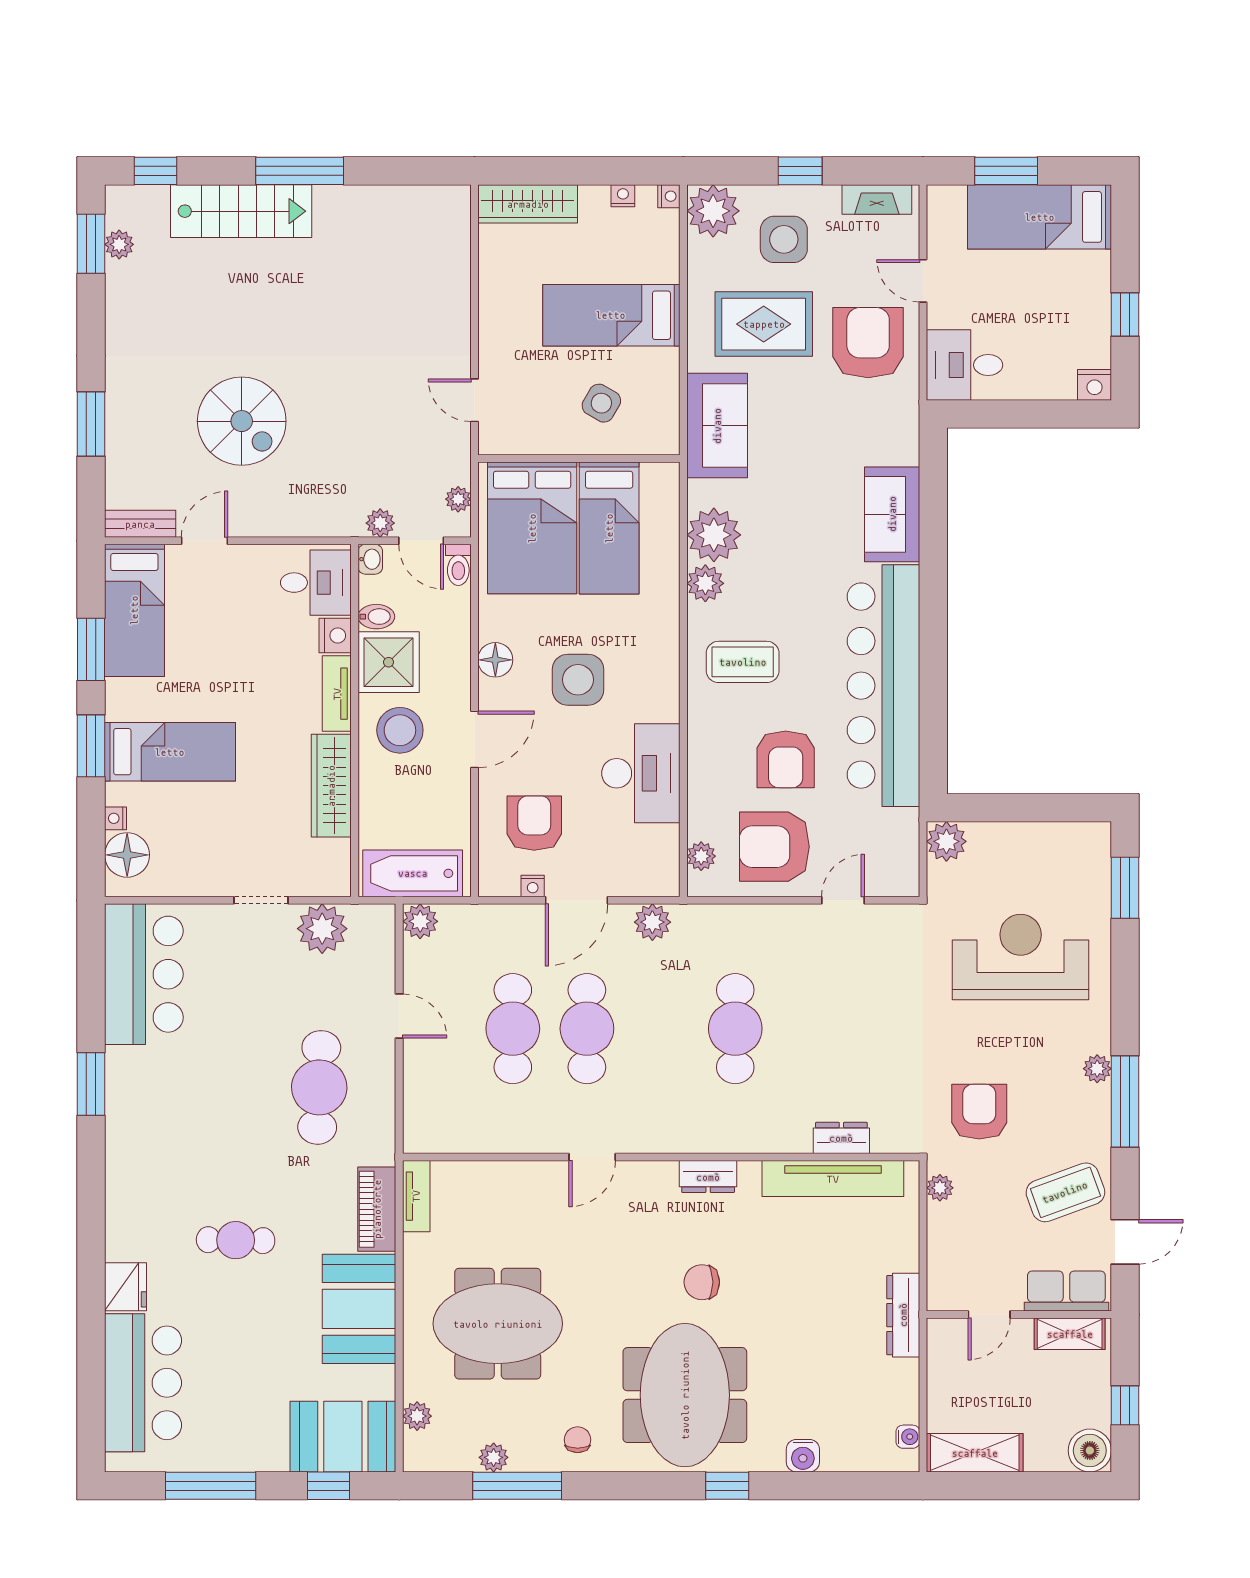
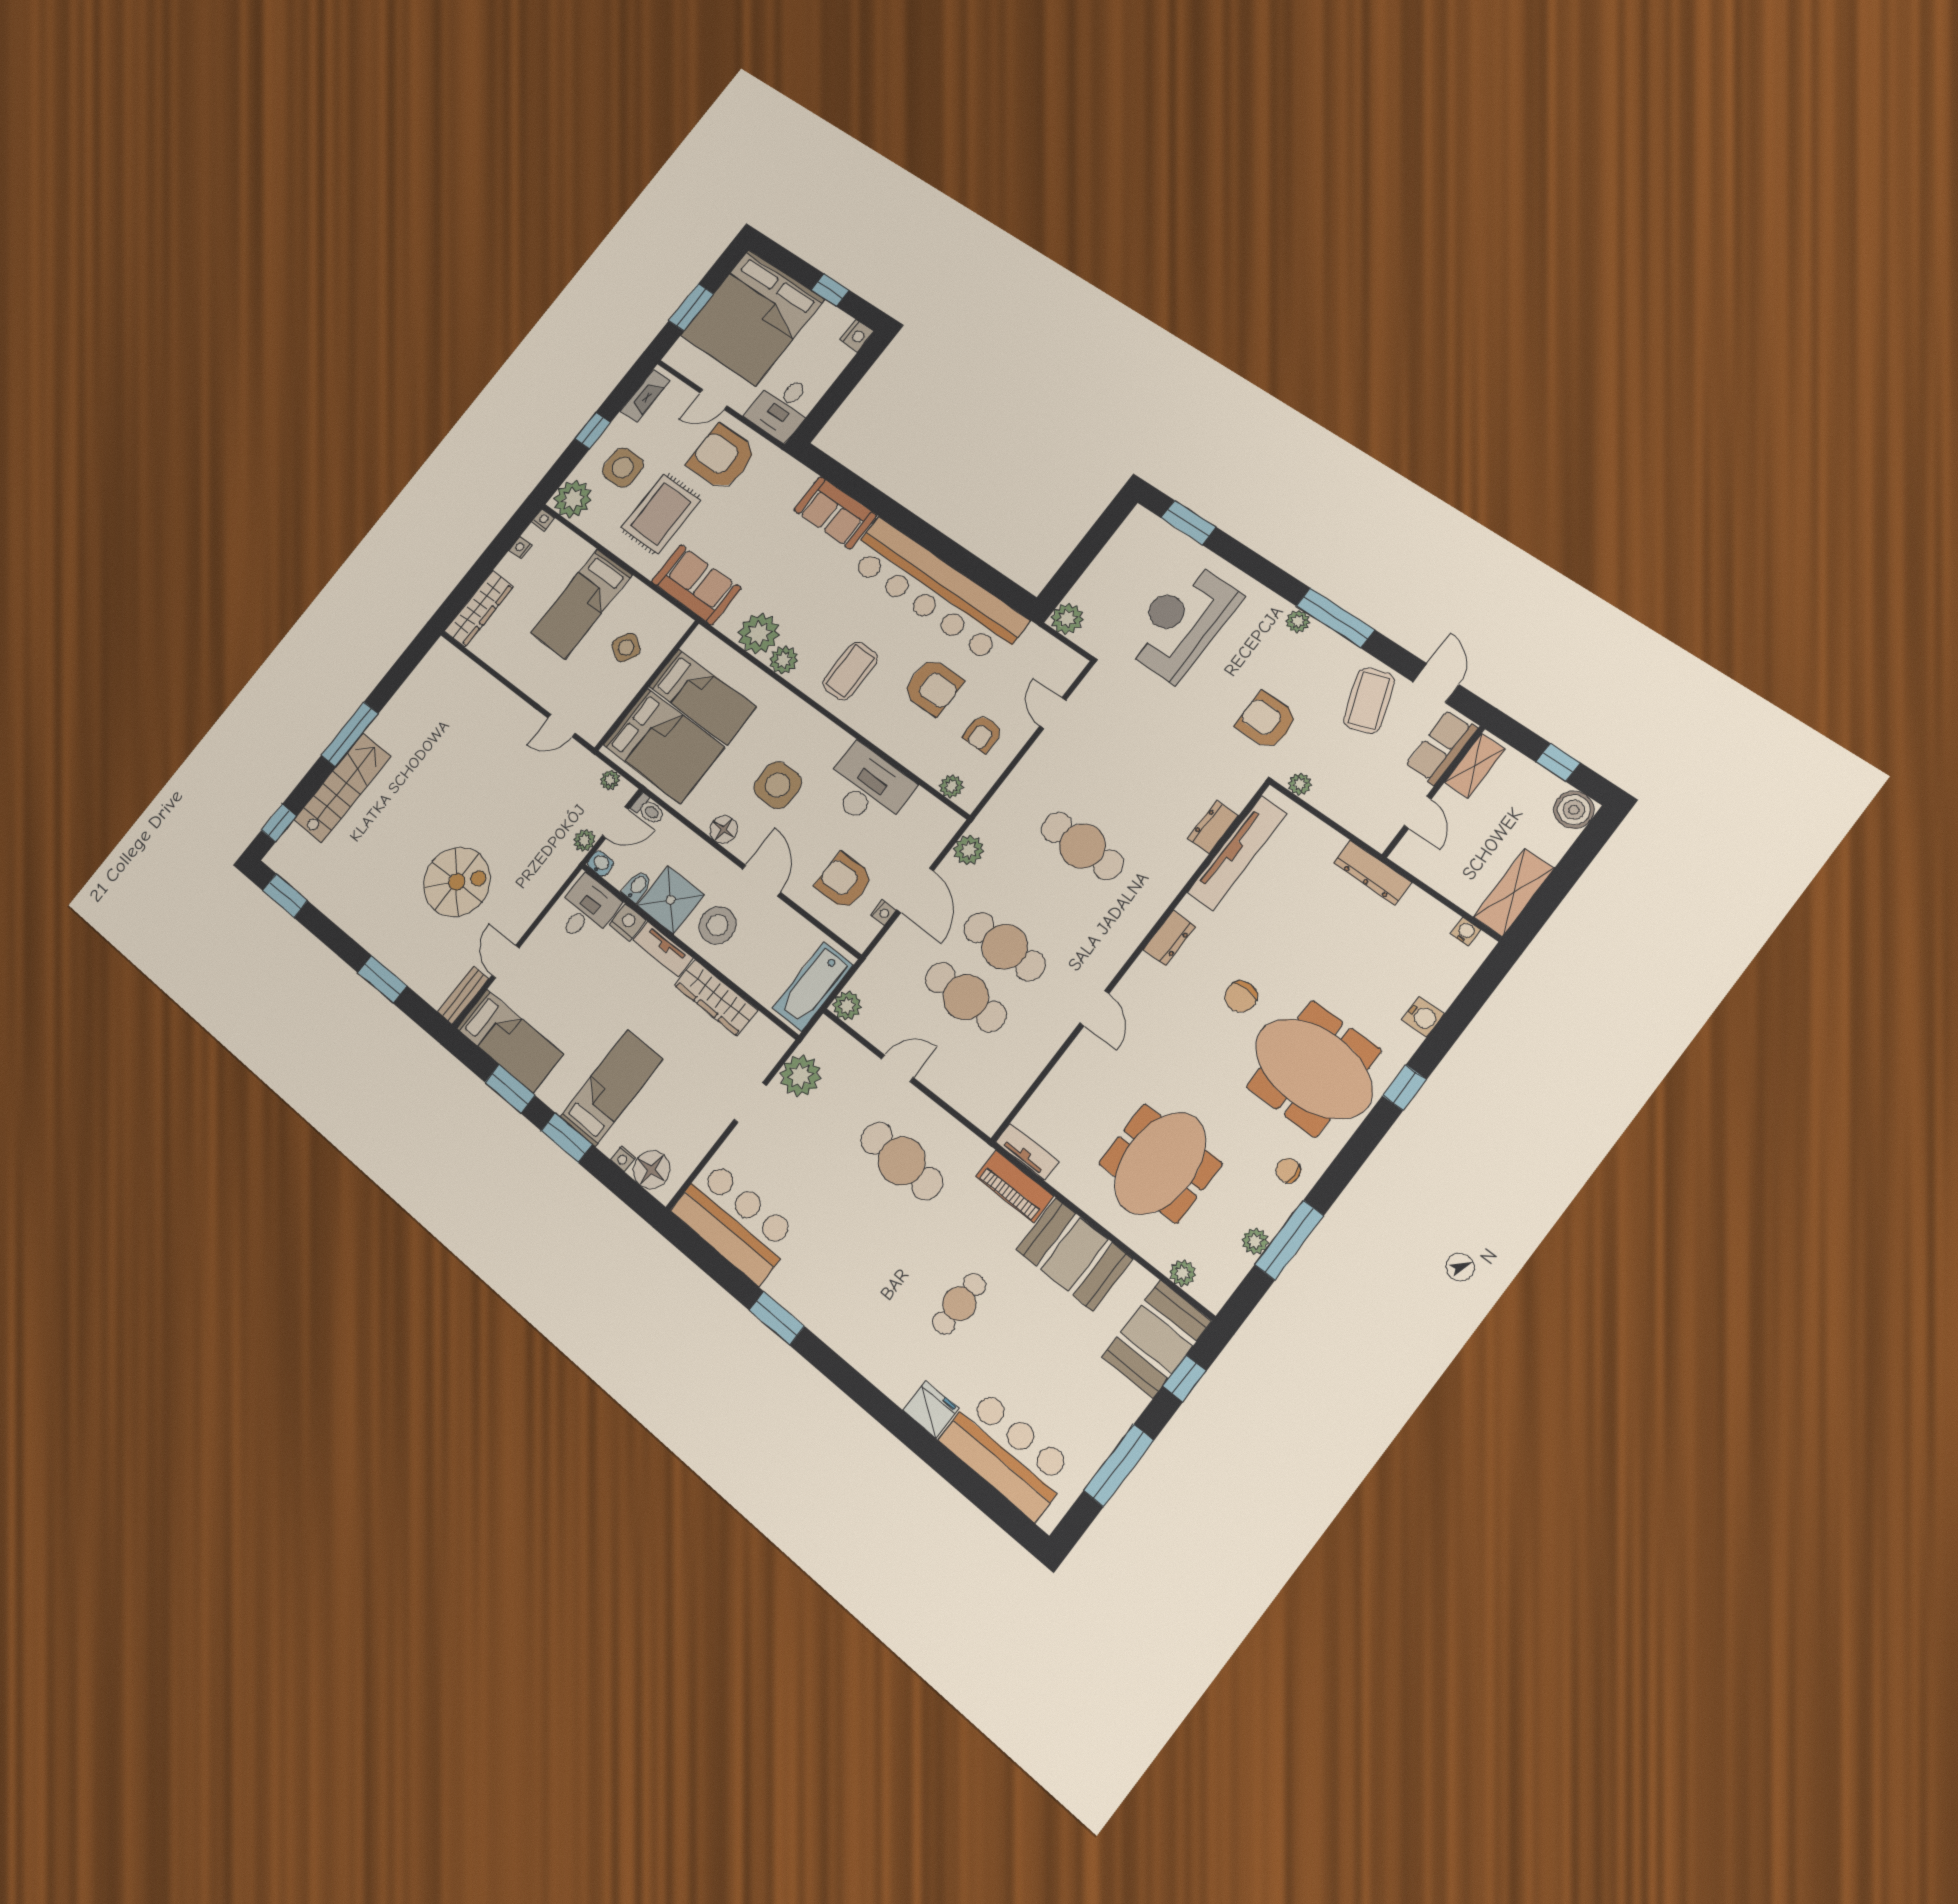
bed: (1040, 217) -> (752, 317), width x2.04
plant: (119, 244) -> (300, 878), removed
armchair: (774, 847) -> (983, 734), width x0.53, depth x0.53

